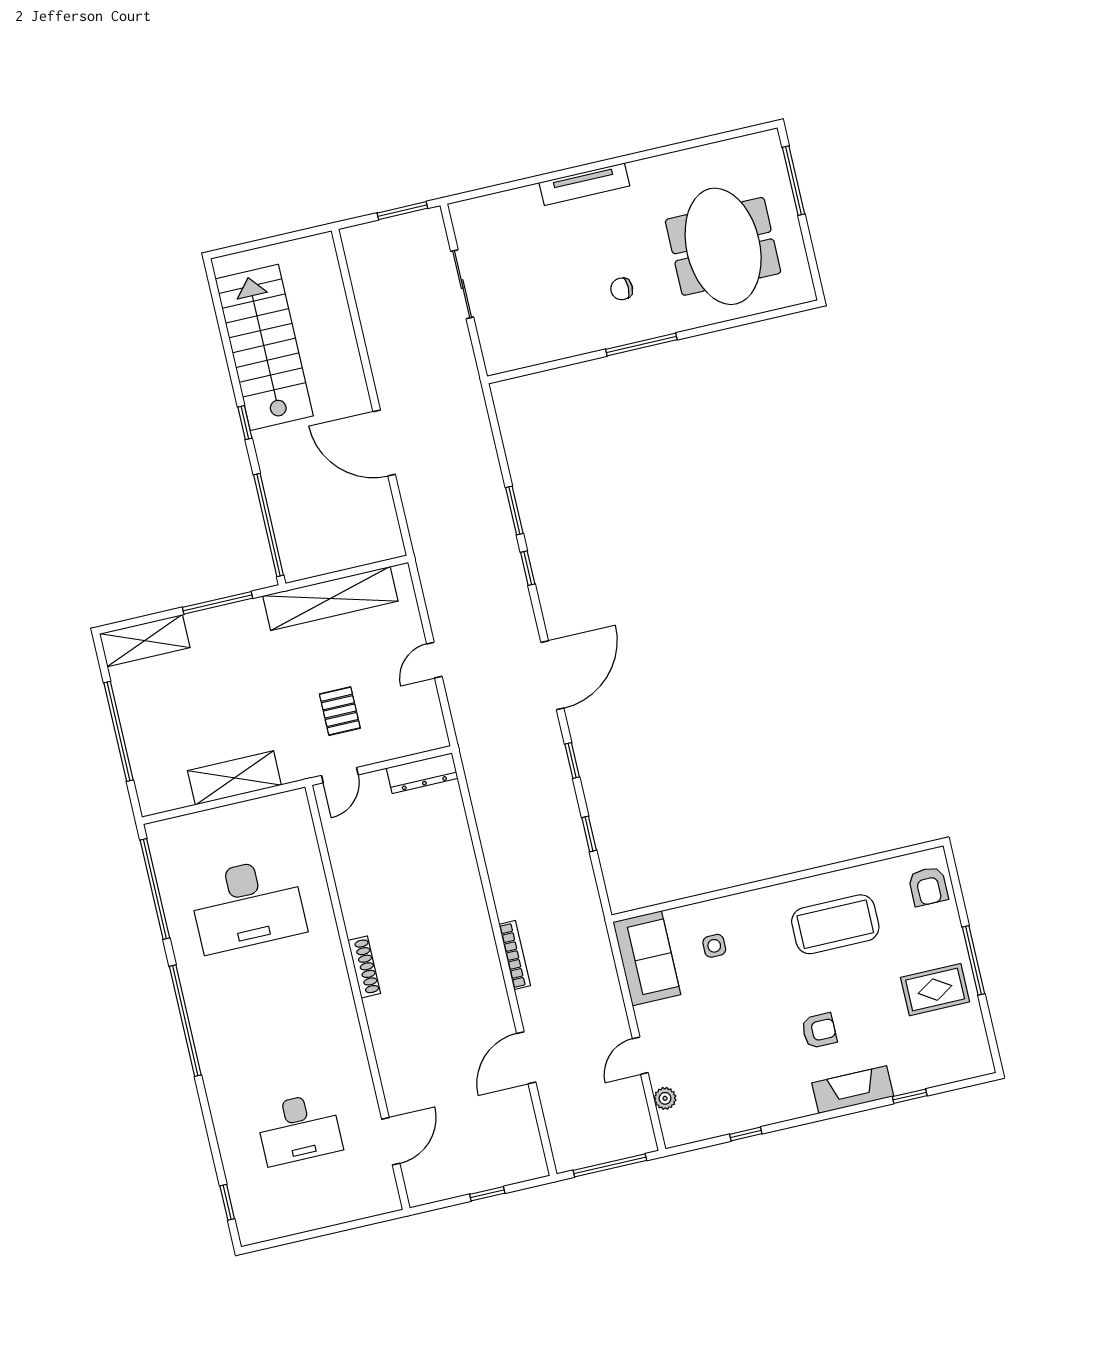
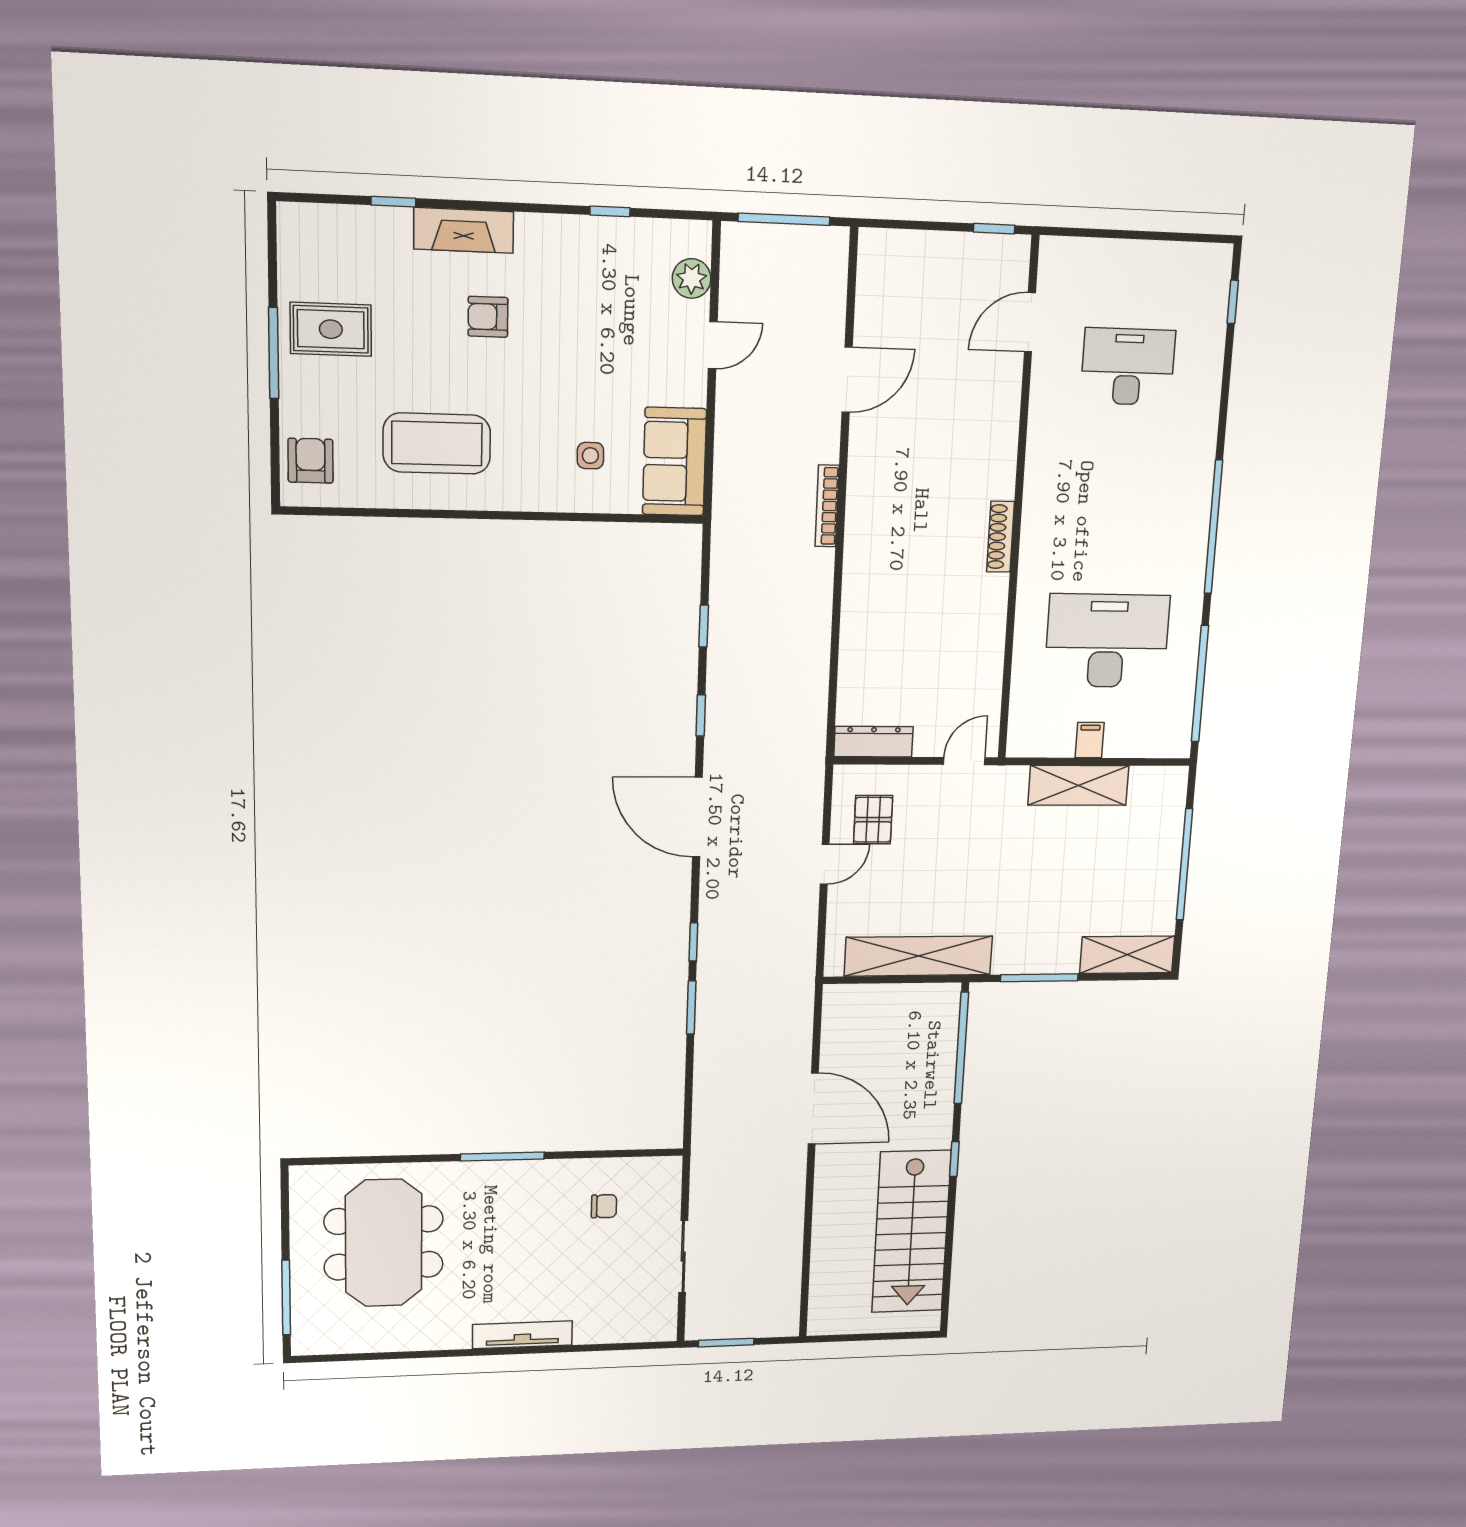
chair: (622, 289) -> (604, 1206), moved
door: (552, 675) -> (697, 817), hinge flipped
pallet: (340, 711) -> (873, 820), moved
filing cabinet: (237, 818) -> (1090, 740), added
plant: (665, 1098) -> (692, 279), width x1.38, depth x1.38
window: (487, 1194) -> (994, 229), moved

